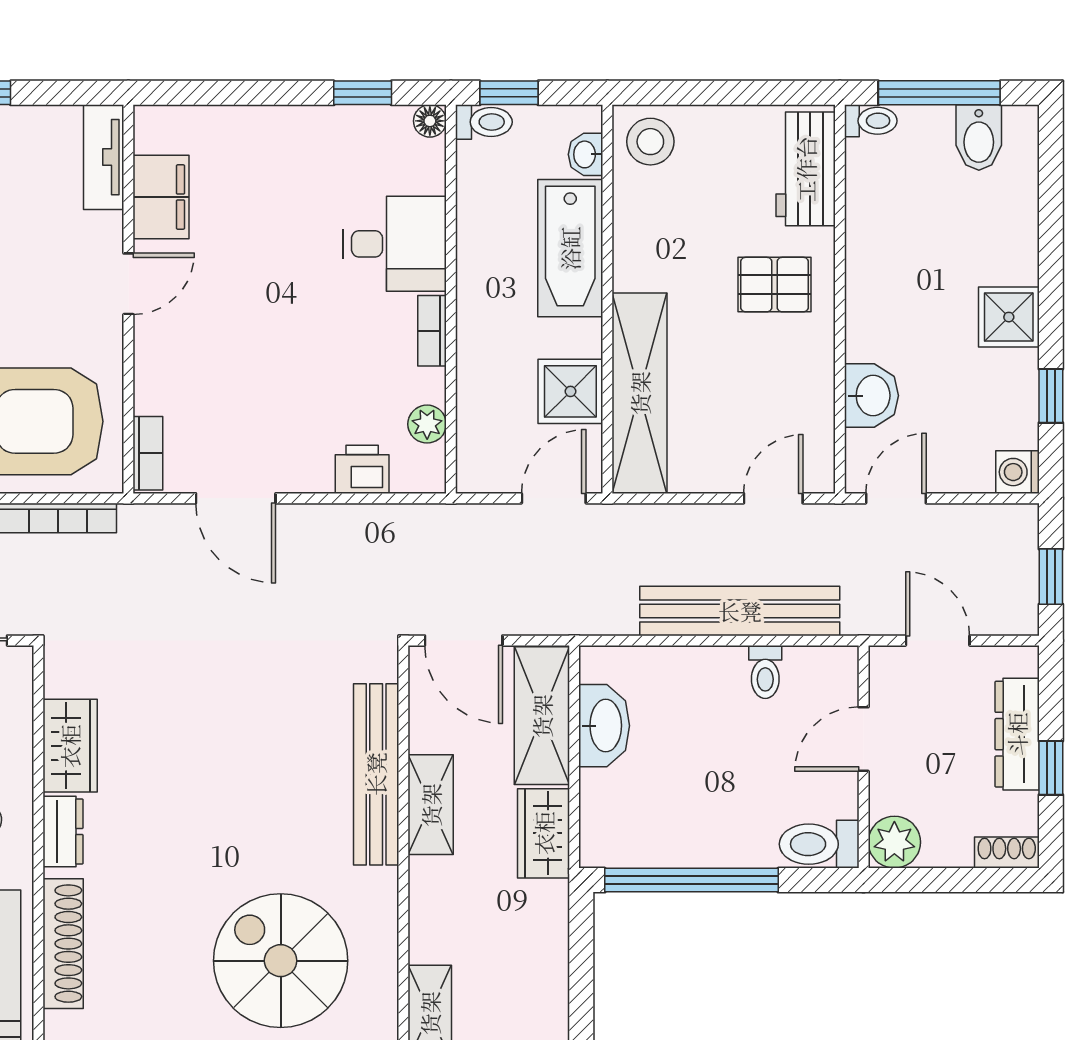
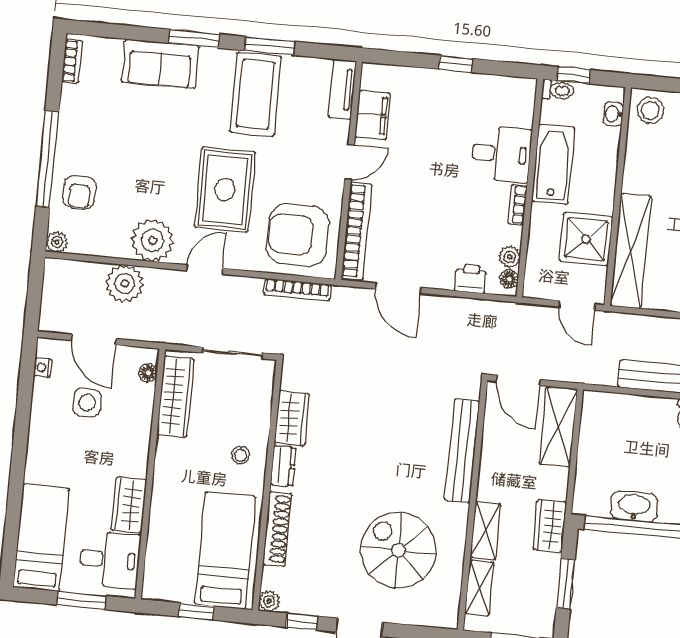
window: (363, 93) -> (456, 64), moved
floor lamp: (430, 121) -> (509, 279), moved
bathtub: (570, 248) -> (553, 164), moved, turned 180
shower: (570, 391) -> (586, 239), width x1.36, depth x1.36
bookcase: (148, 453) -> (357, 231), width x2.31, depth x1.31
door: (554, 498) -> (577, 305), swing flipped
washbasin: (604, 726) -> (634, 506), moved, turned -90
shelving: (431, 805) -> (485, 531), moved
wardrobe: (544, 833) -> (550, 526), moved
window: (581, 991) -> (566, 584), added

